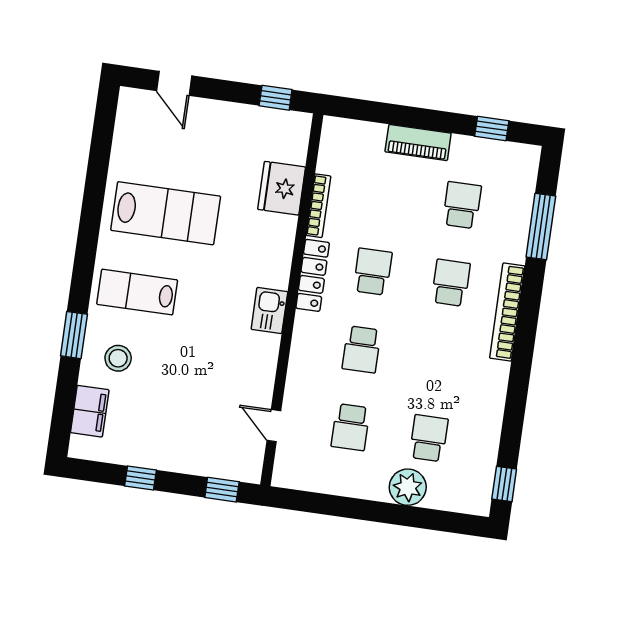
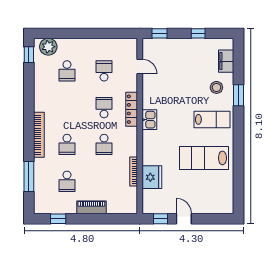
door: (174, 83) -> (184, 219), moved
locker: (313, 275) -> (132, 109), moved
plant: (408, 487) -> (48, 47), moved

